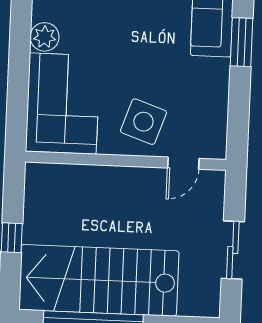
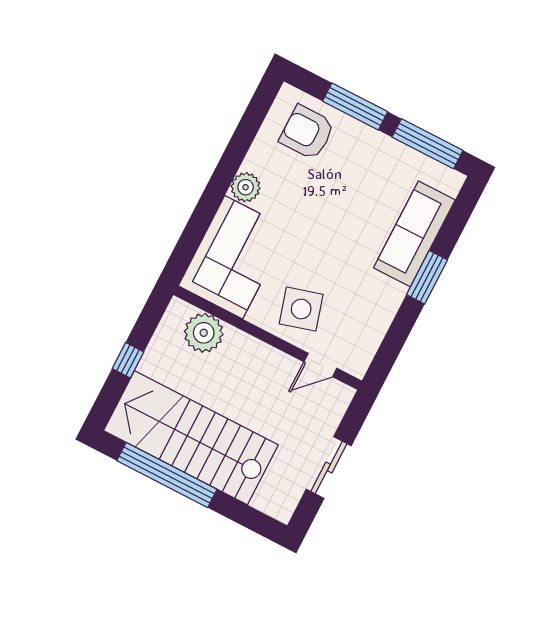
side table: (143, 122) -> (301, 309), turned -35
plant: (67, 183) -> (204, 333), added

